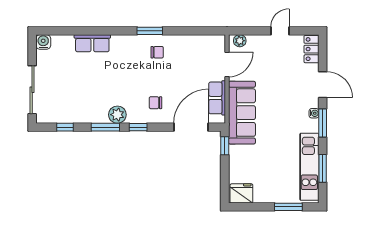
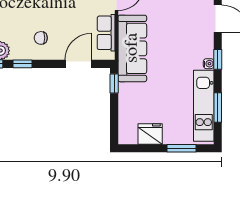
water cooler: (314, 113) -> (209, 64), moved
window: (323, 123) -> (218, 59), width x0.67
door: (191, 127) -> (78, 64), width x0.73
fridge: (241, 193) -> (150, 134), moved

